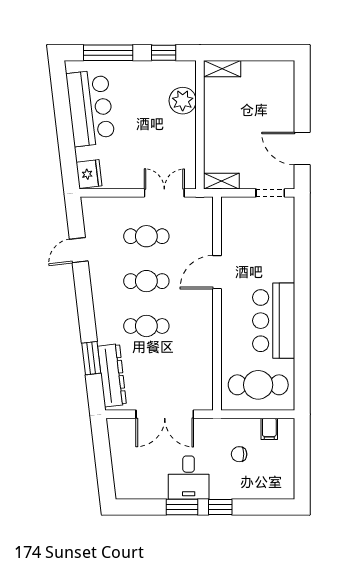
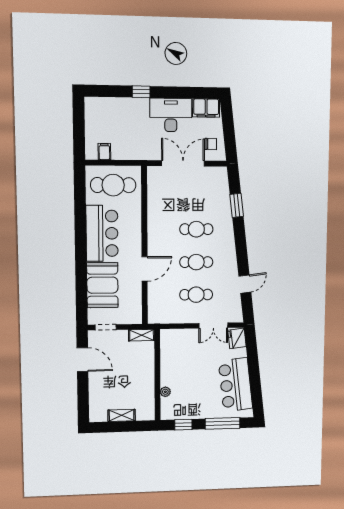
shelving: (222, 69) -> (122, 415), moved
plant: (183, 101) -> (165, 392), width x0.53, depth x0.53
double door: (164, 193) -> (213, 326), moved
booth: (274, 251) -> (102, 285), added
dresser: (112, 375) -> (222, 193), removed
chair: (239, 454) -> (211, 144), moved
desk: (189, 478) -> (171, 115), width x1.37
filing cabinet: (134, 487) -> (206, 108), added
window: (182, 507) -> (170, 92), removed

